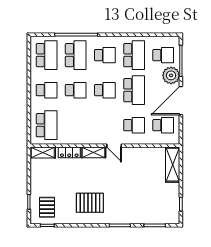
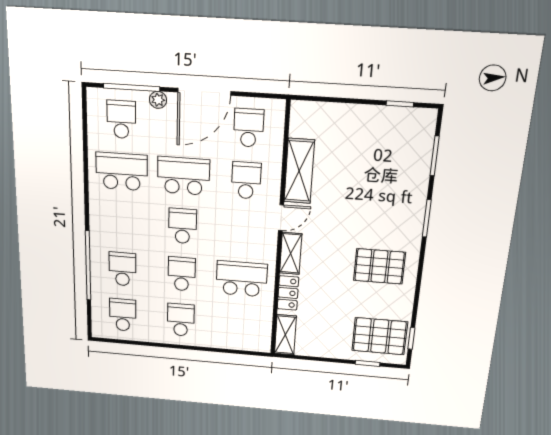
school desk: (47, 55) -> (123, 315), width x0.54
school desk: (76, 55) -> (122, 269), width x0.54
school desk: (105, 55) -> (122, 221), removed
plant: (171, 75) -> (158, 100), width x0.53, depth x0.53
door: (181, 101) -> (204, 92), hinge flipped
school desk: (47, 125) -> (242, 279), moved
shelving: (173, 165) -> (299, 171), moved, turned 90
pallet: (90, 203) -> (379, 266), turned 90
pallet: (47, 207) -> (380, 336), width x1.50, depth x1.42

